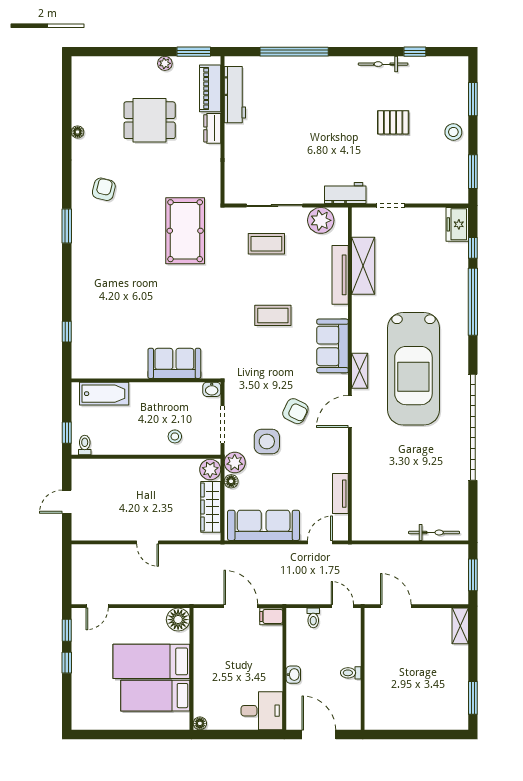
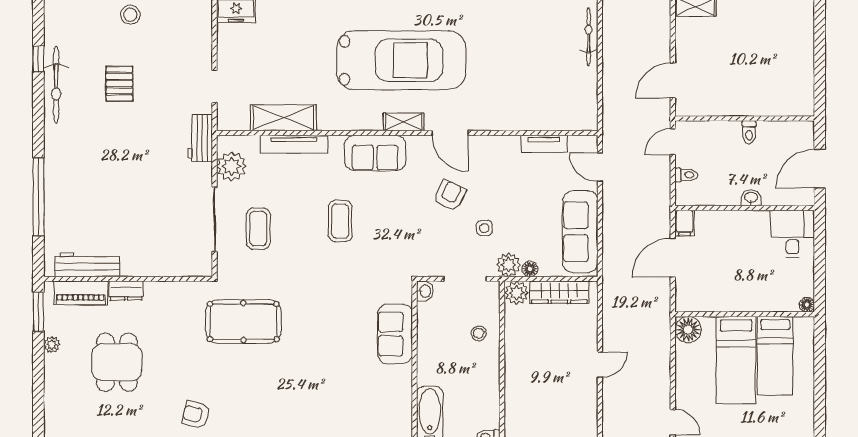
bicycle: (383, 64) -> (56, 85), width x1.37, depth x1.40
side table: (267, 442) -> (484, 228), width x0.54, depth x0.54

